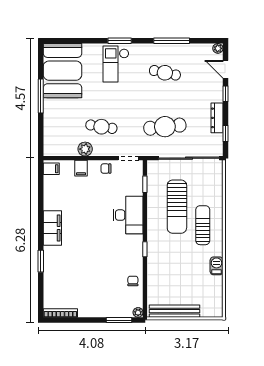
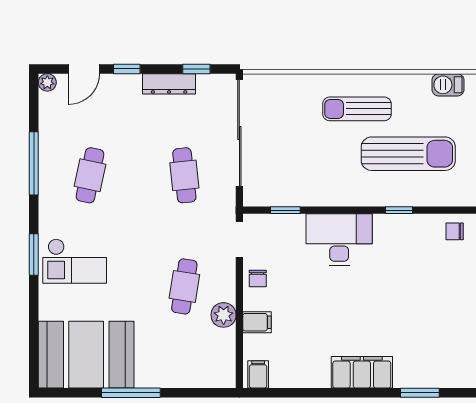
cafe table: (165, 127) -> (184, 175), width x0.73, depth x0.74
sun lounger: (177, 207) -> (408, 154), moved
barbecue: (217, 266) -> (448, 85), moved

